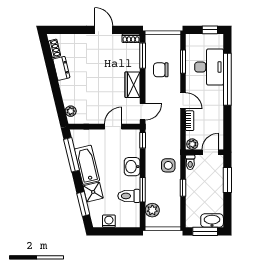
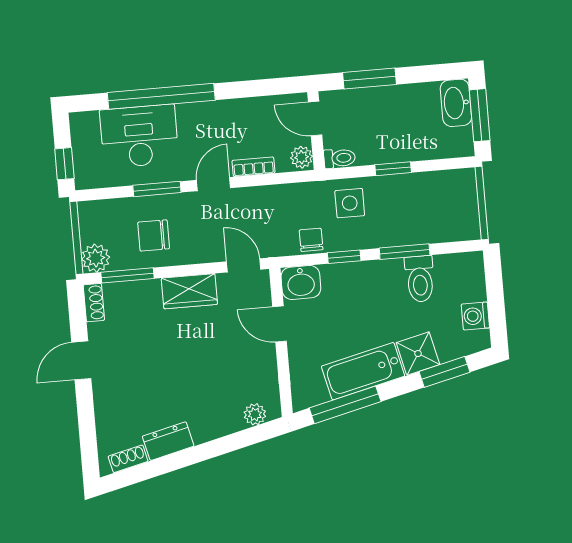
window: (210, 30) -> (64, 164), moved
window: (183, 62) -> (157, 189), moved
chair: (161, 70) -> (154, 235), turned 90
window: (143, 140) -> (344, 257), moved
chair: (152, 145) -> (311, 240), added
washbasin: (132, 167) -> (301, 282), moved
plant: (152, 210) -> (96, 258), moved

